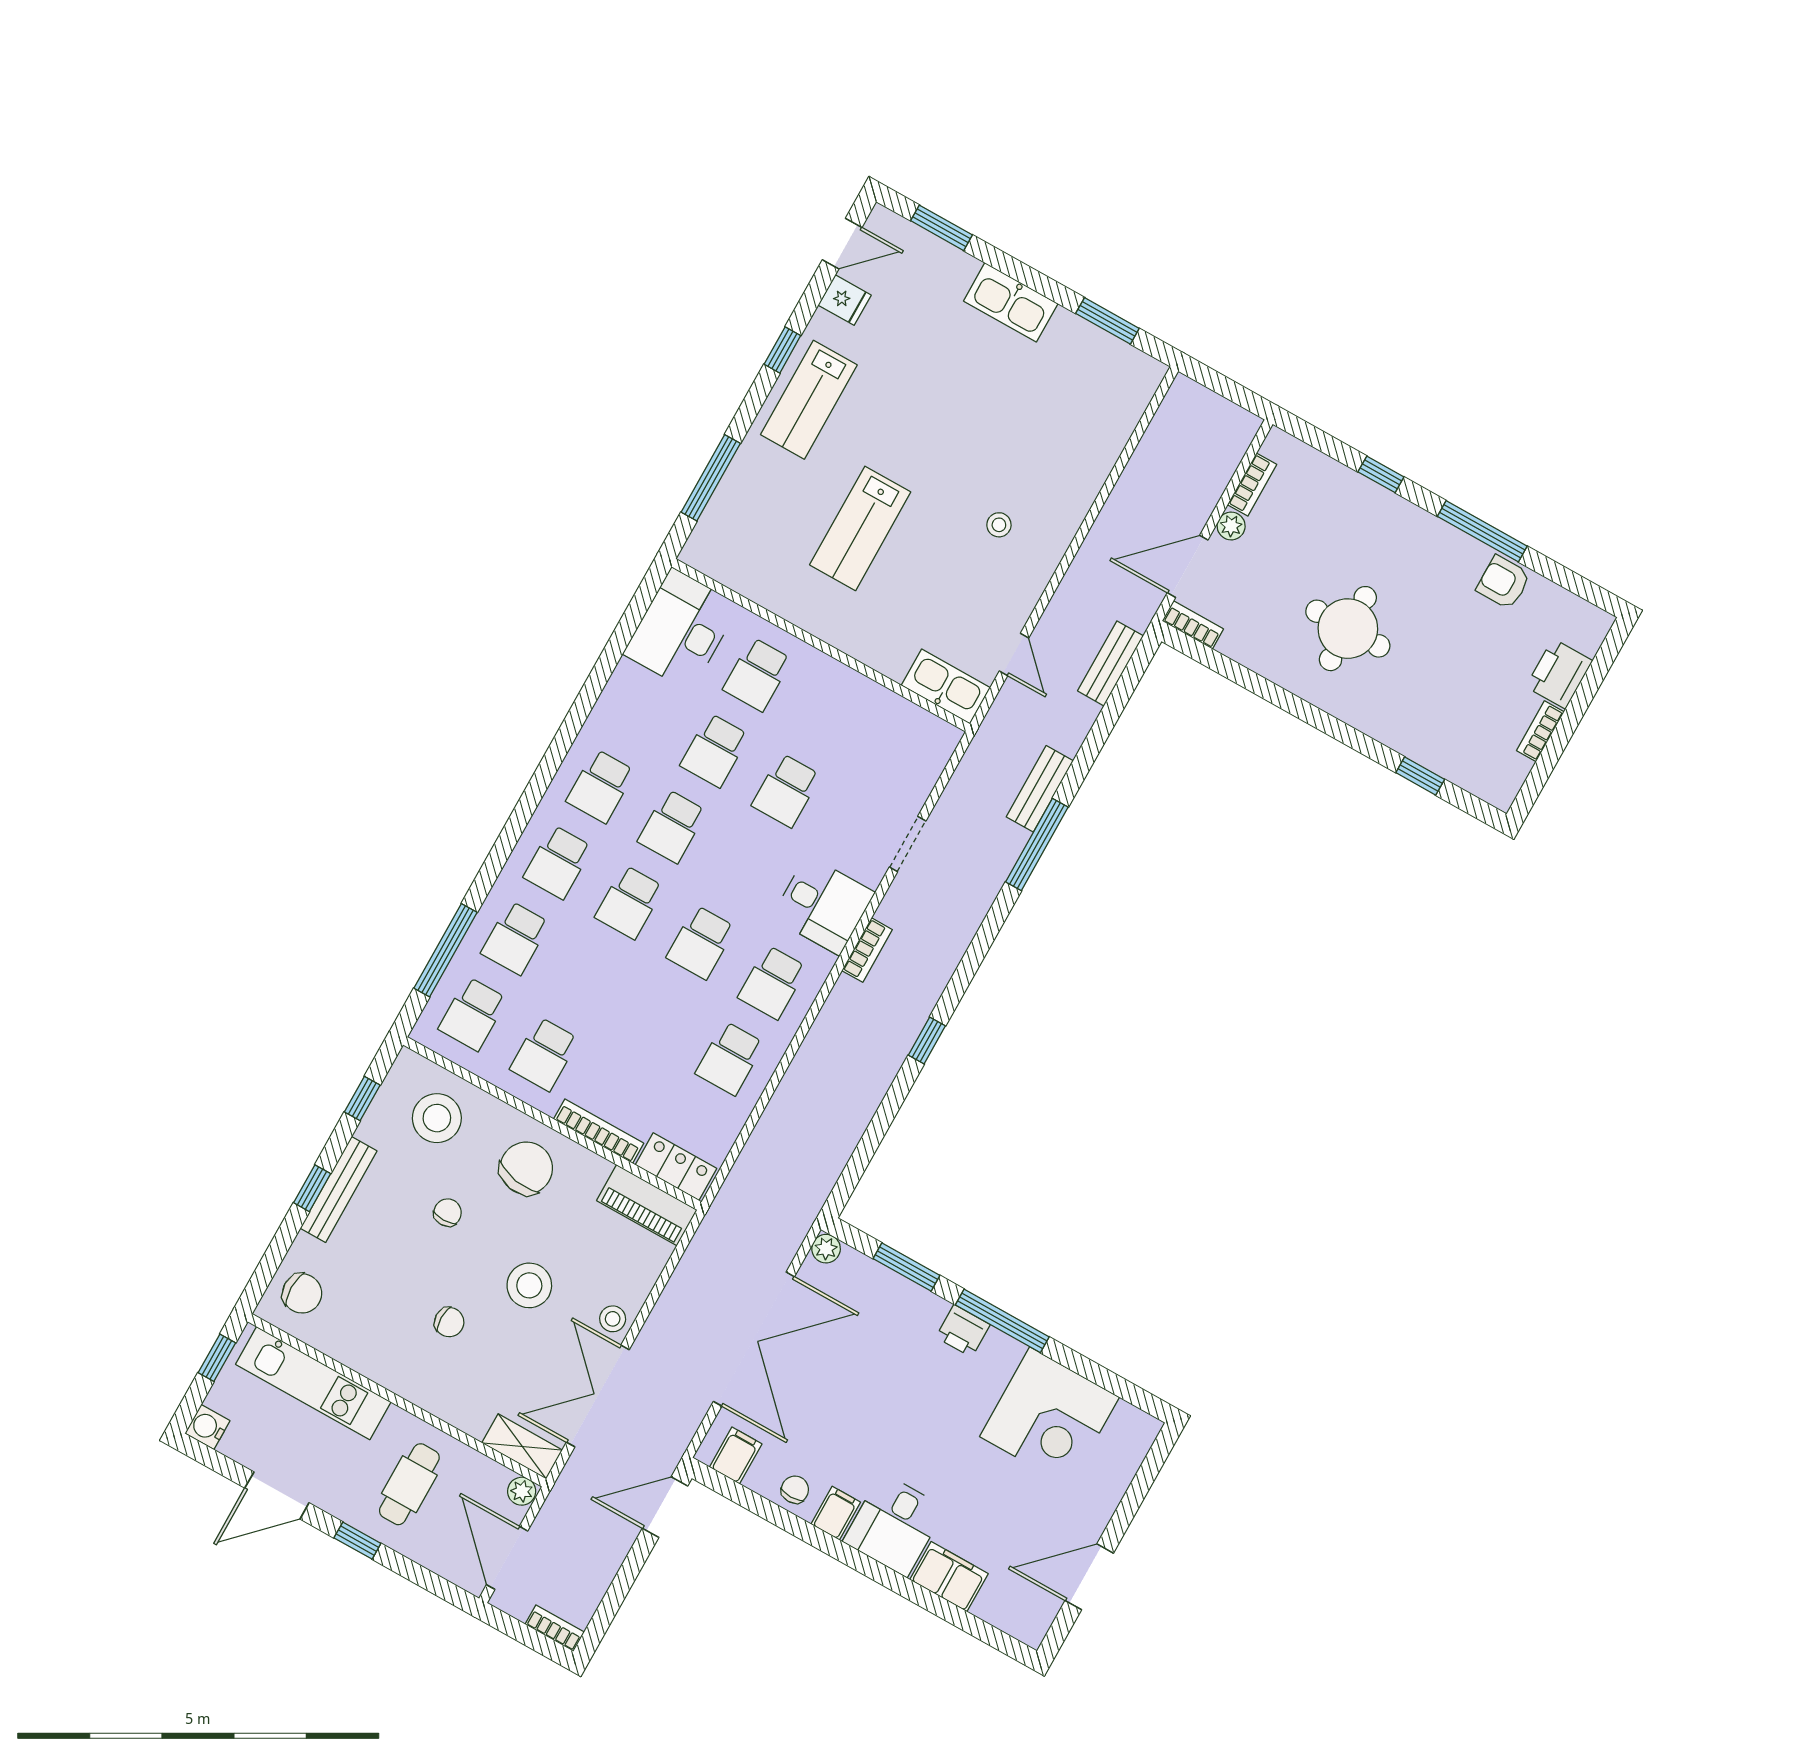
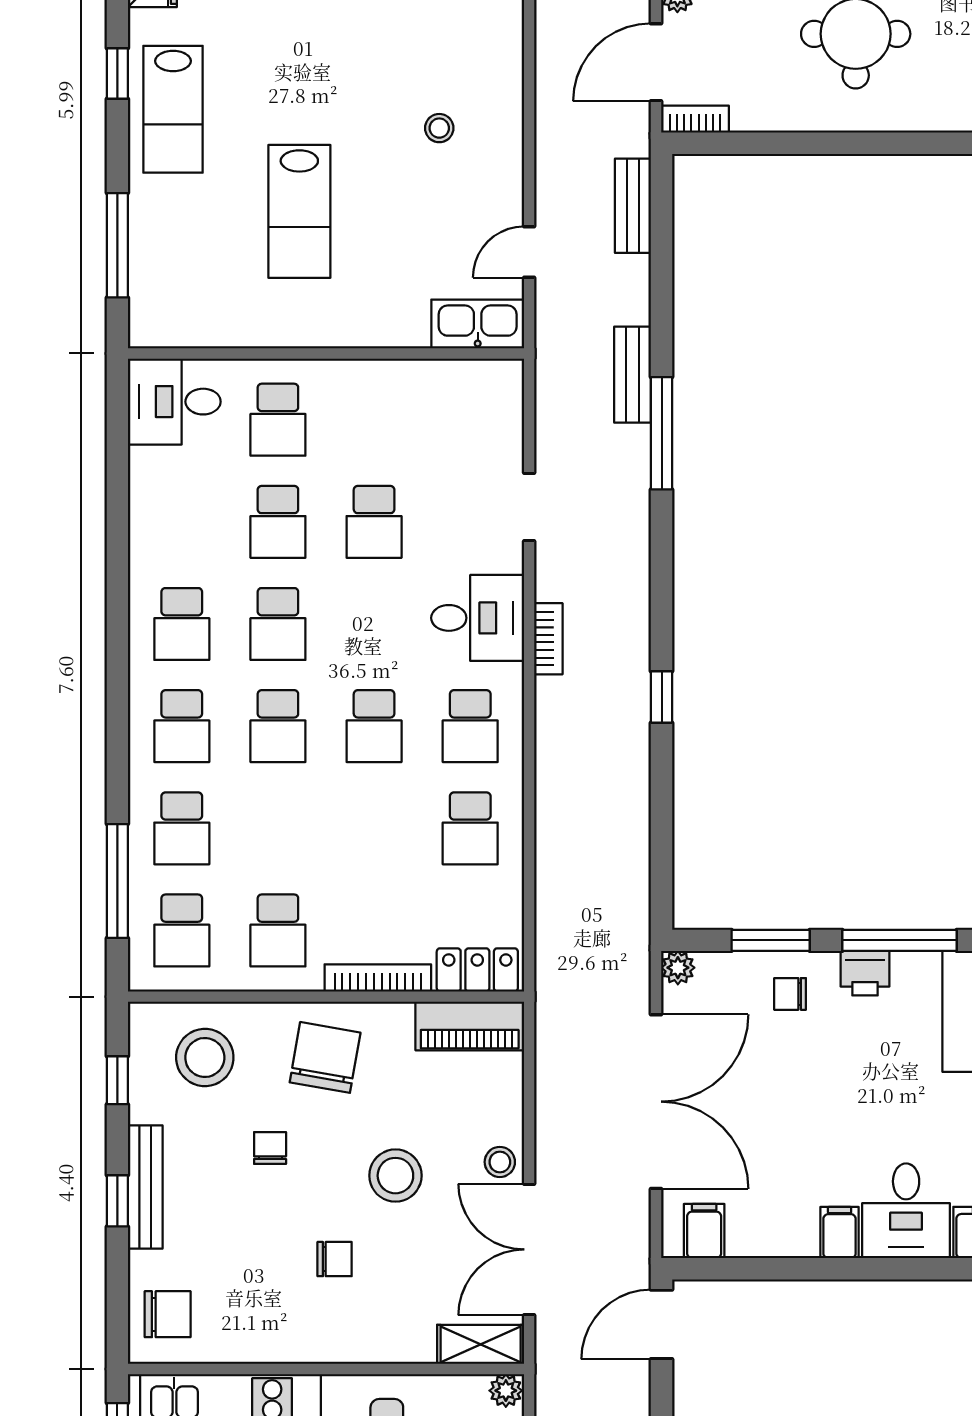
desk: (681, 630) -> (174, 402), width x0.73
door: (1014, 654) -> (529, 252), swing flipped
chair: (795, 1490) -> (790, 994), moved, turned -90

